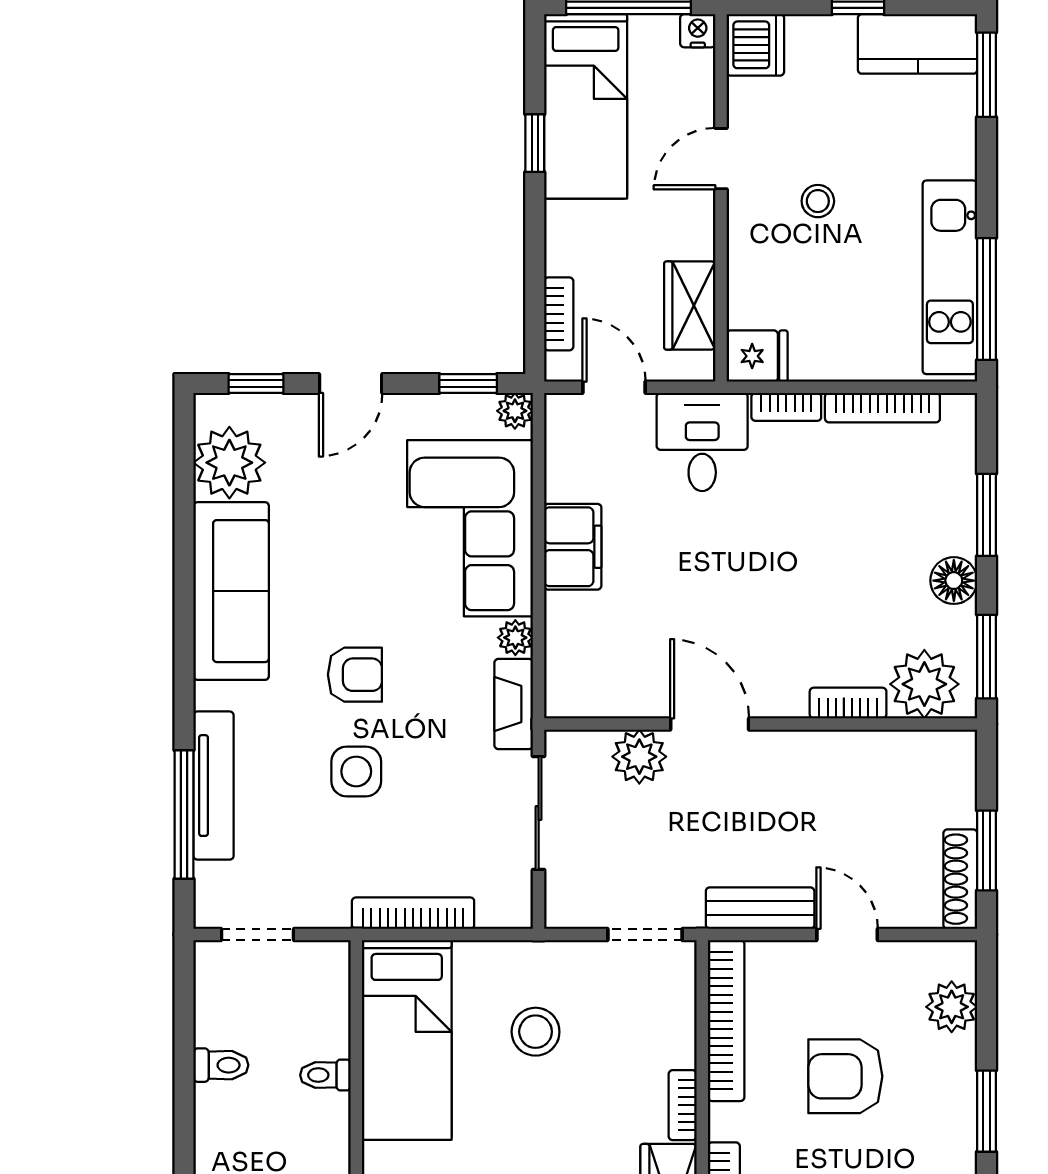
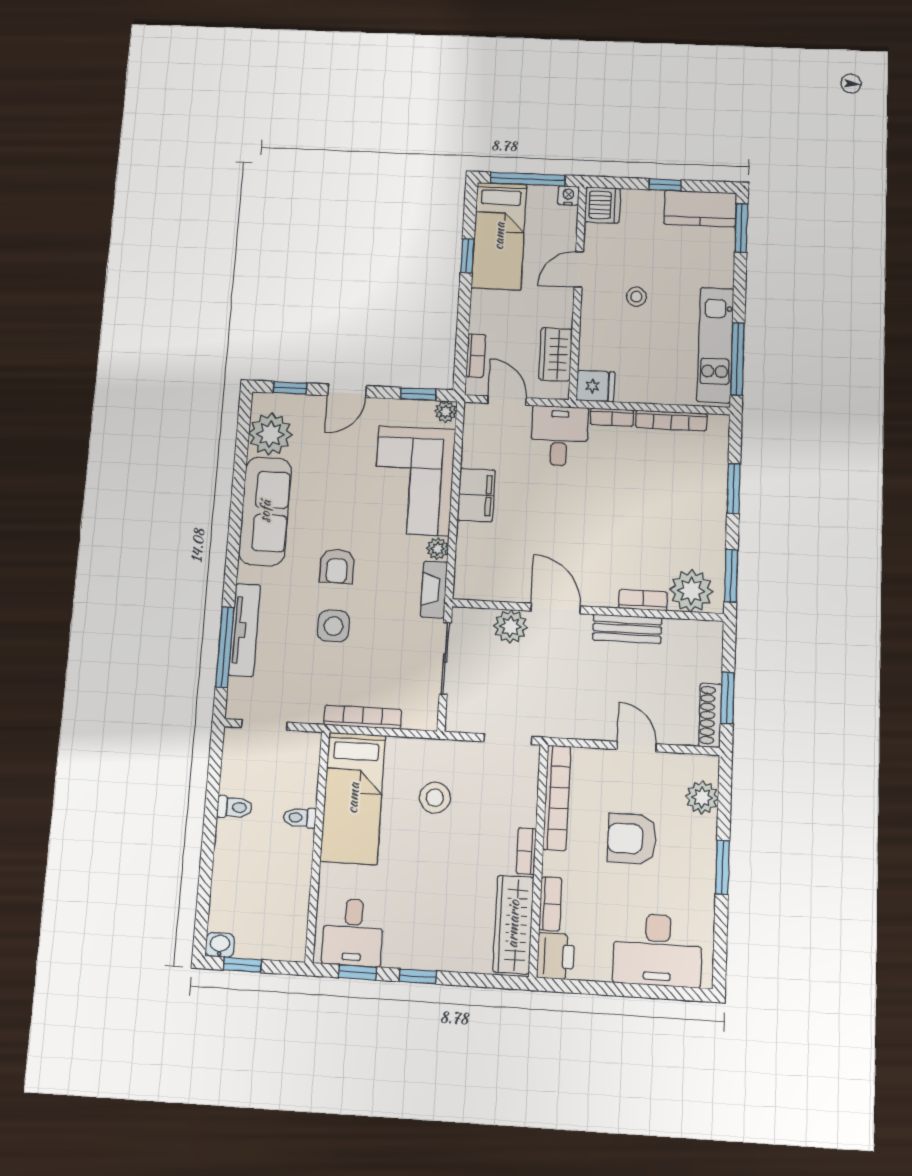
floor lamp: (954, 581) -> (712, 528), removed
armchair: (355, 675) -> (337, 566), turned 90
bench: (760, 908) -> (627, 629), moved

